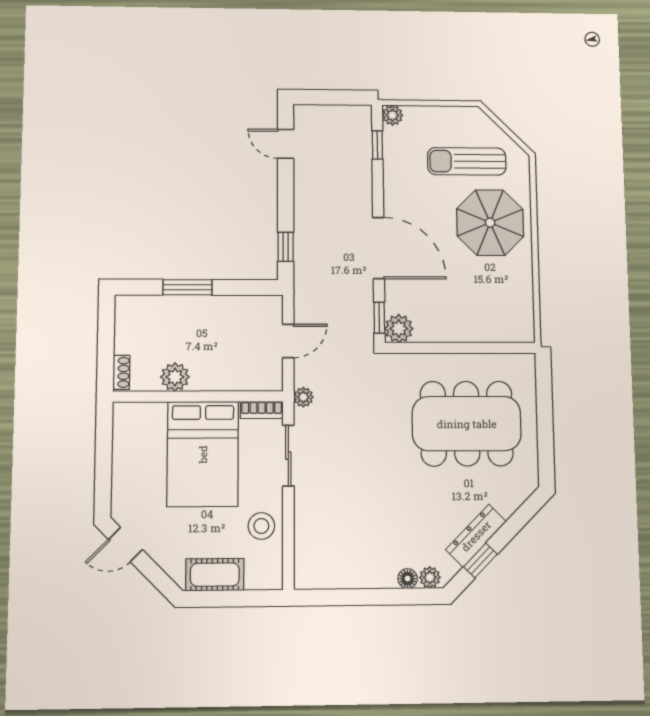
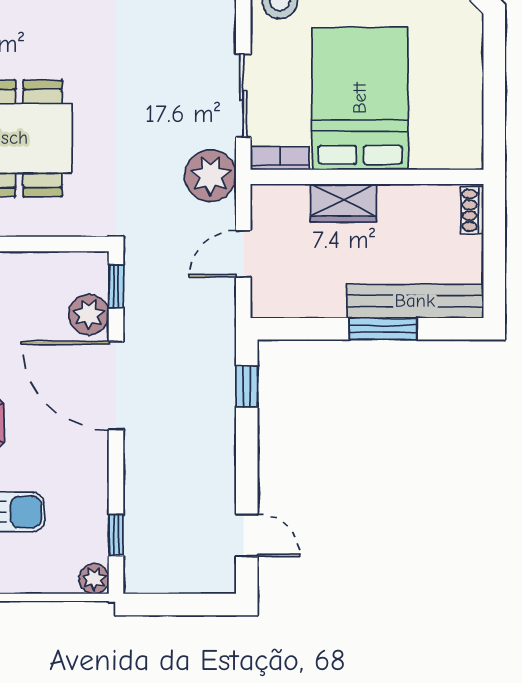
bench: (164, 307) -> (415, 301), added
plant: (399, 329) -> (89, 314), moved
plant: (175, 377) -> (399, 204), removed
wardrobe: (215, 377) -> (343, 203), added
plant: (303, 397) -> (210, 176), width x1.88, depth x1.88

